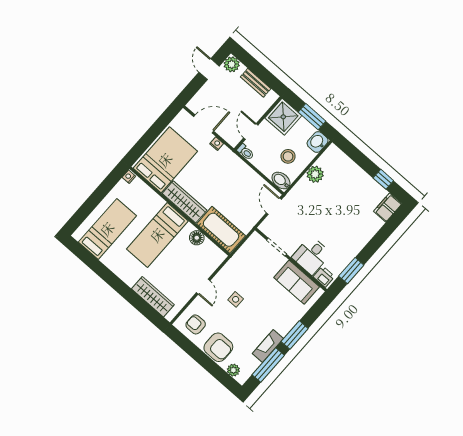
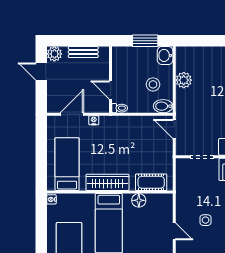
shower: (283, 117) -> (125, 59), removed
bed: (165, 160) -> (67, 164), width x0.67
cot: (221, 230) -> (151, 182), width x0.73, depth x0.75

